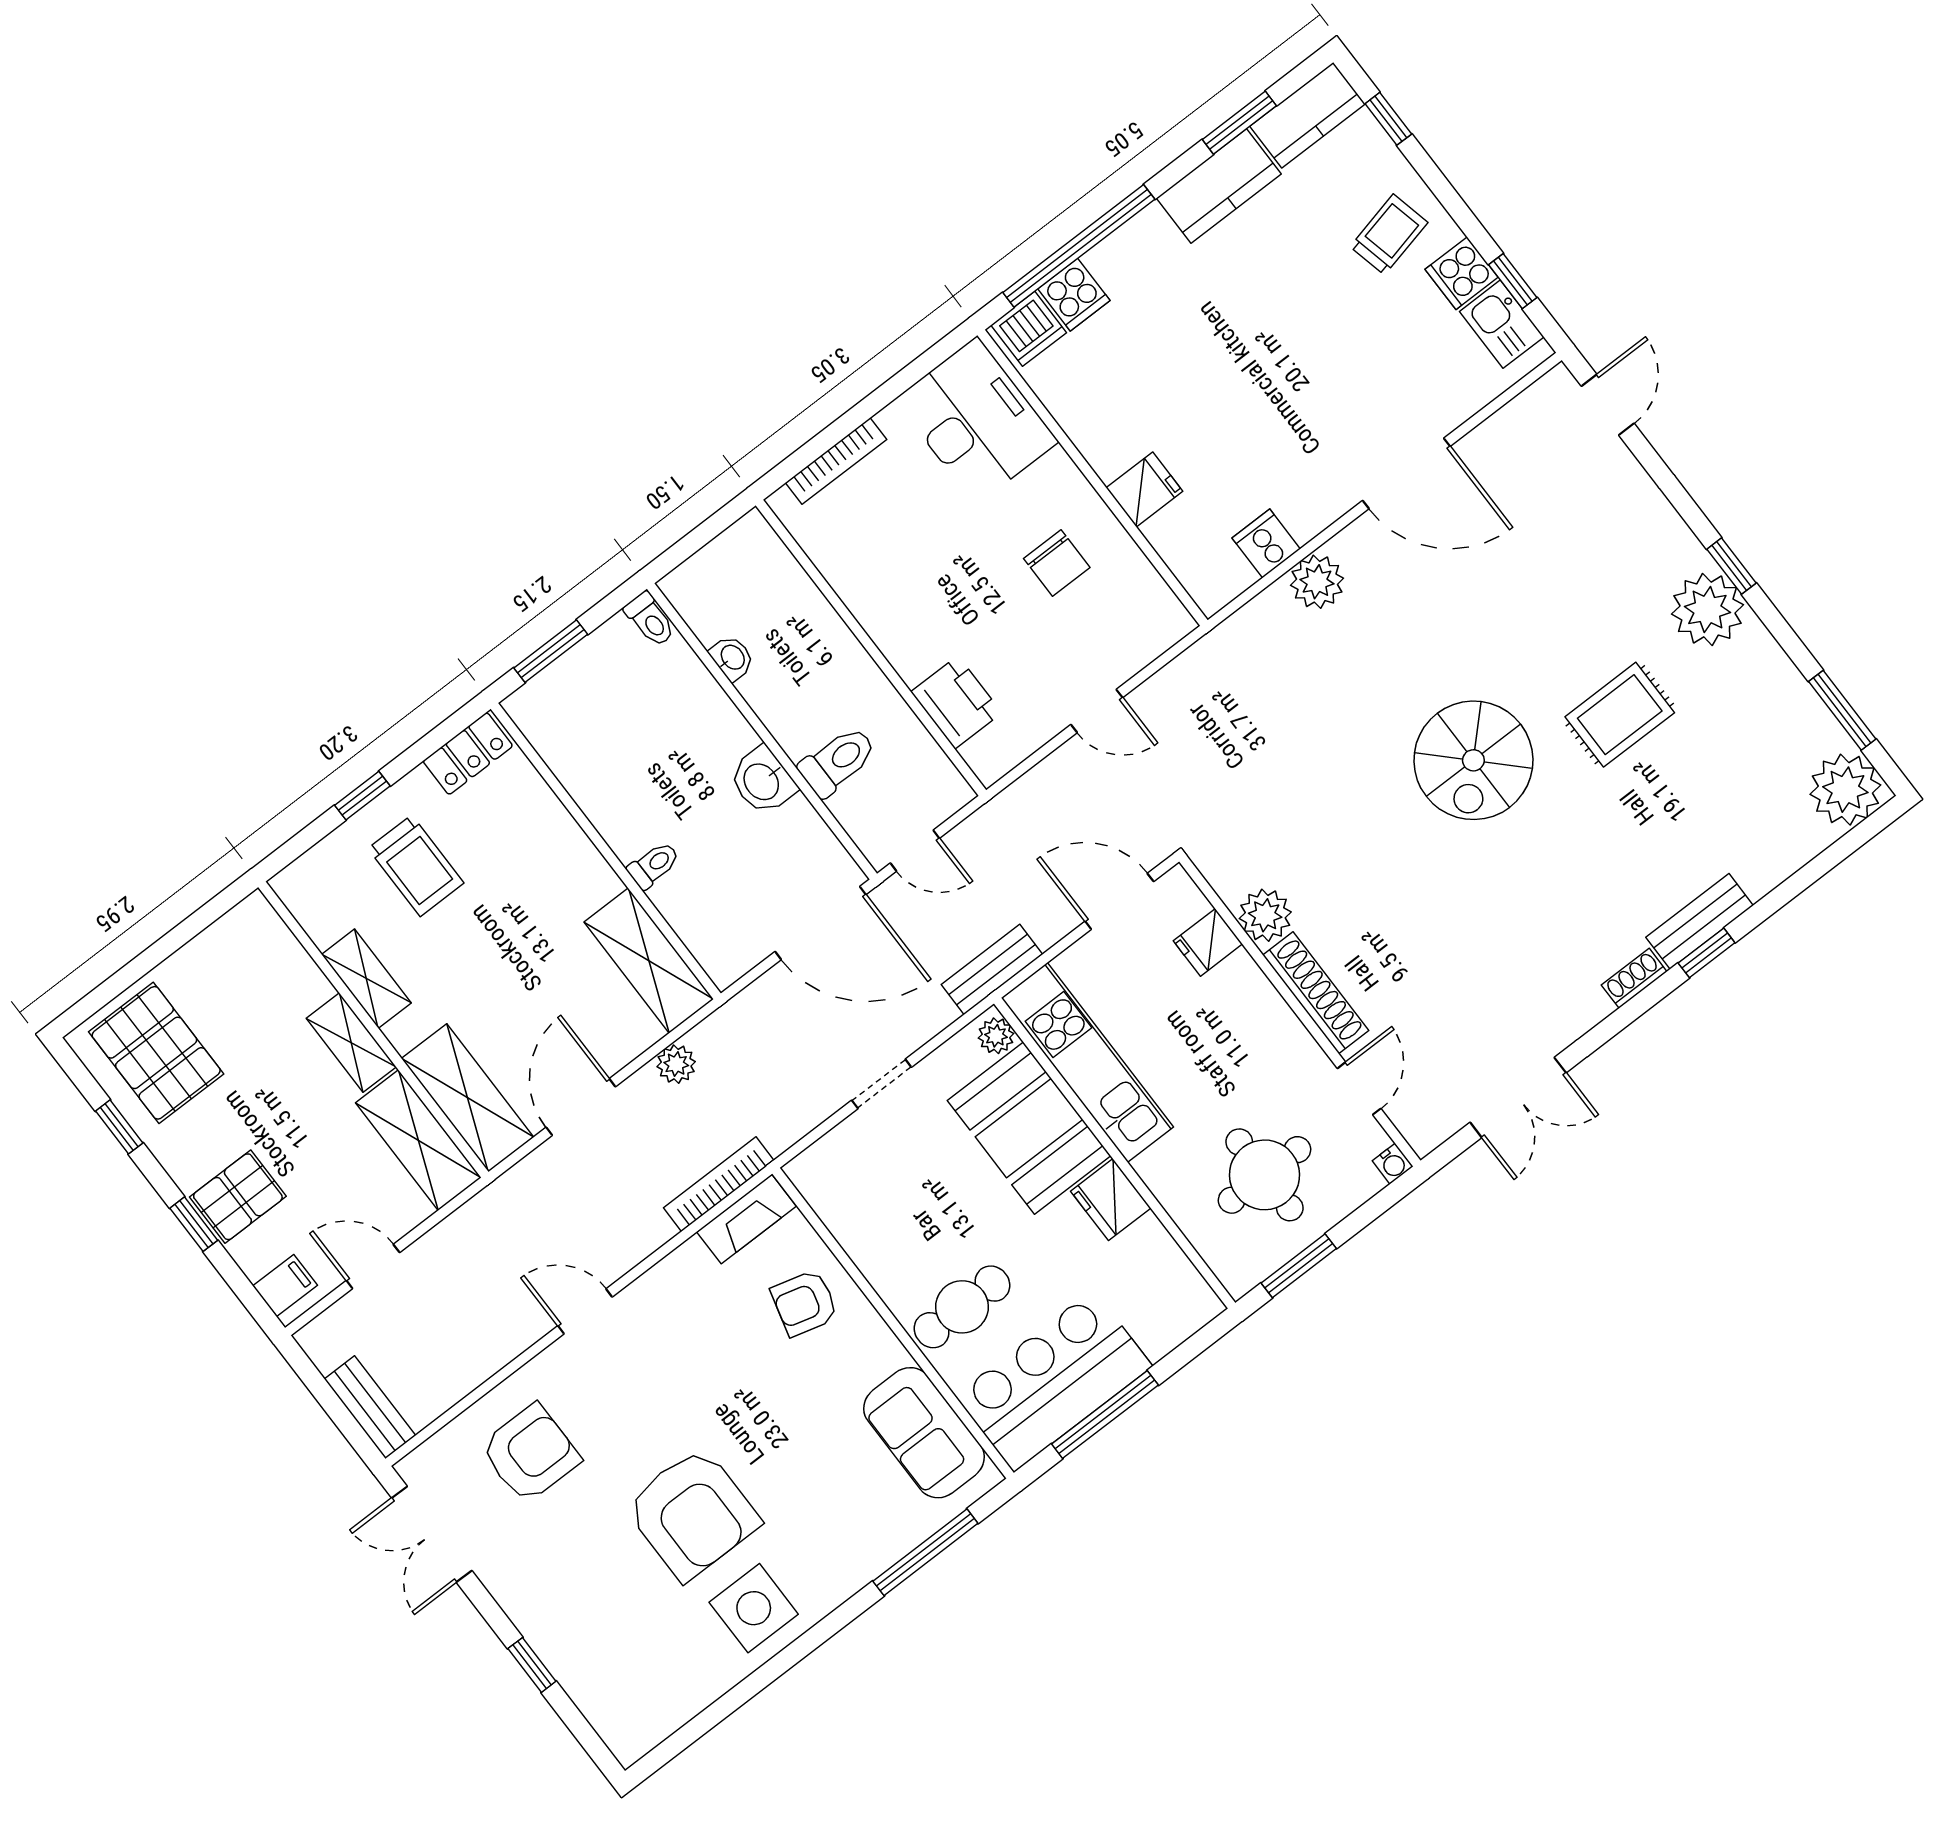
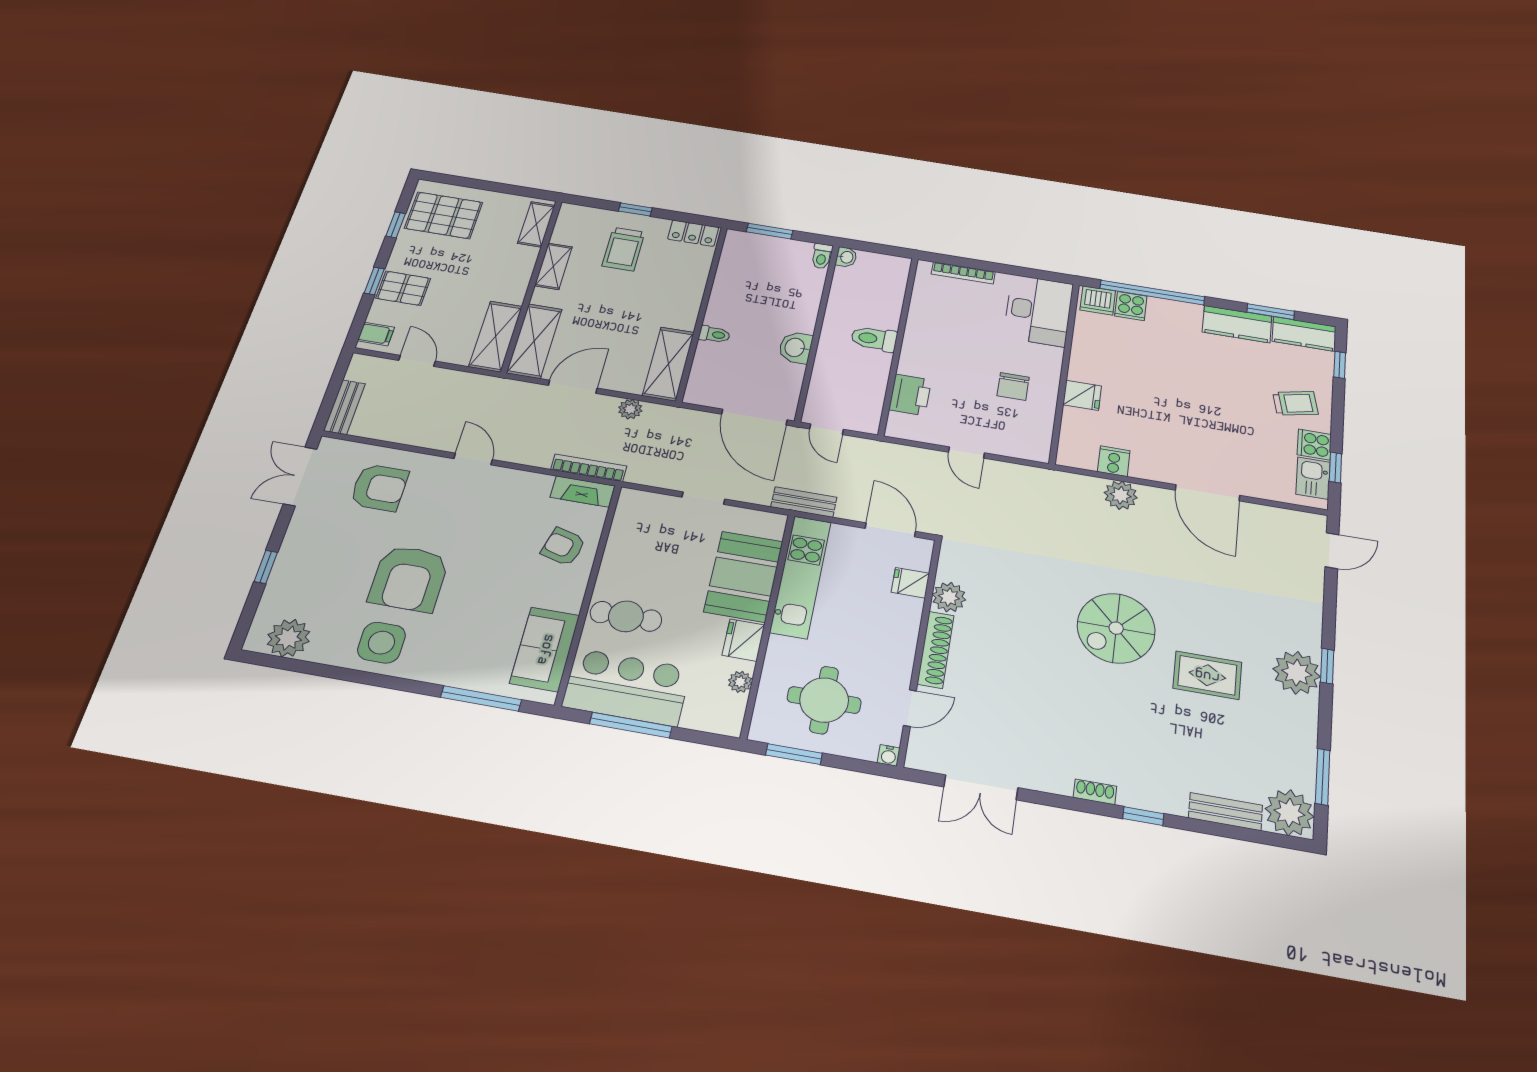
washbasin: (732, 658) -> (846, 257), moved
toilet: (838, 761) -> (874, 339), moved, turned 180
bench: (1700, 921) -> (1226, 812), moved
plant: (996, 1036) -> (740, 682), moved
shelving: (351, 1043) -> (536, 224), moved
pallet: (156, 1053) -> (444, 215), turned 90
plant: (656, 1707) -> (289, 638), added

